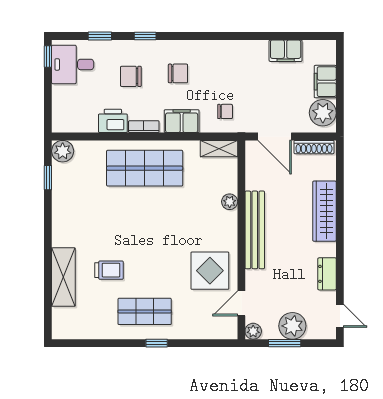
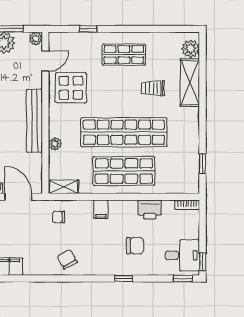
window: (100, 36) -> (183, 278), moved
chair: (178, 73) -> (67, 259), moved, turned 61
filing cabinet: (182, 121) -> (101, 209), width x0.50
bookcase: (144, 127) -> (187, 205), moved
plant: (63, 151) -> (191, 49), moved
shop shelf: (145, 216) -> (124, 132), added
window: (157, 343) -> (88, 29), moved

